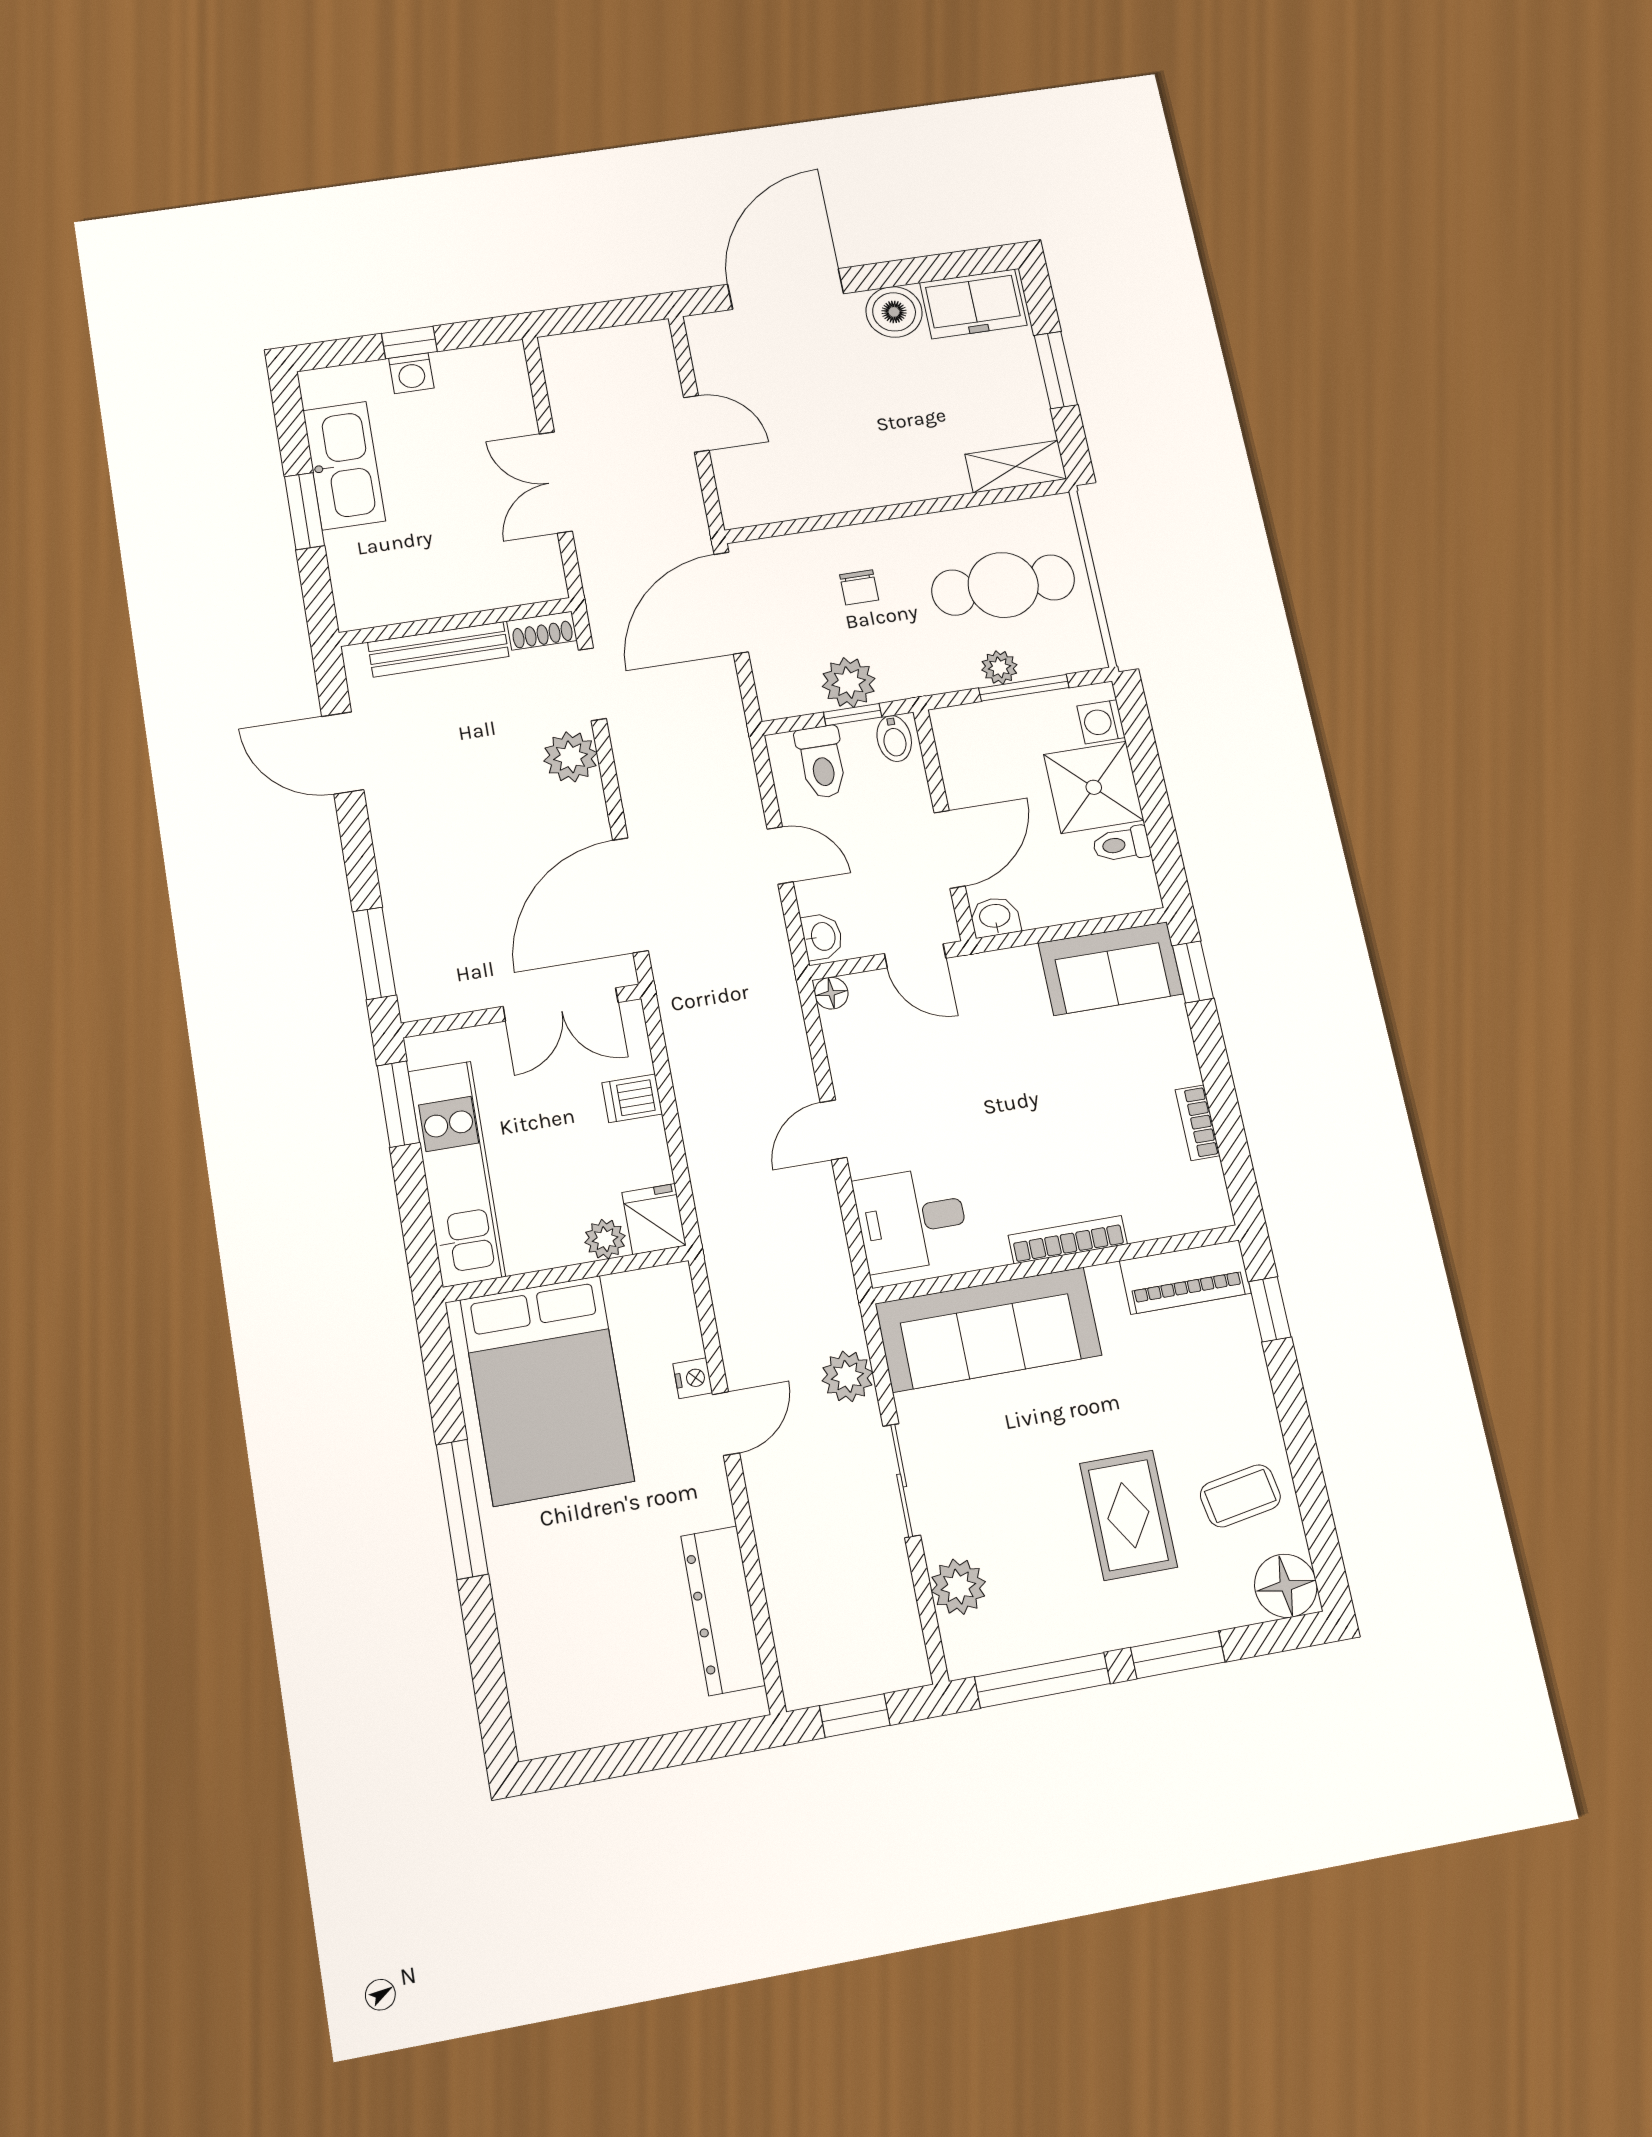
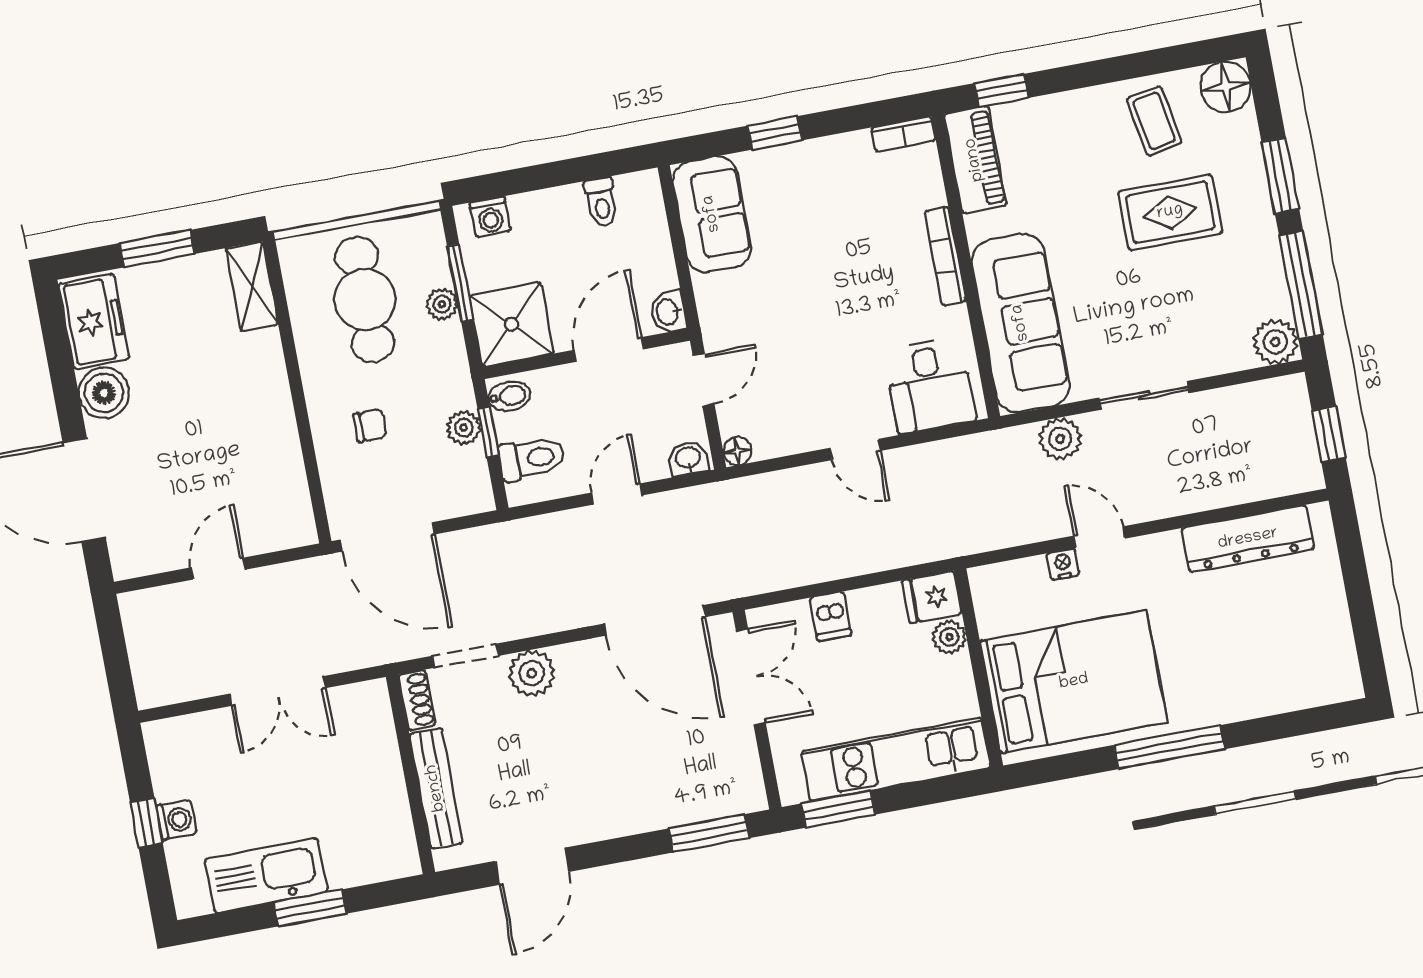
plant: (849, 682) -> (464, 428), width x0.73, depth x0.73
shower: (1094, 787) -> (511, 324), moved
door: (950, 849) -> (609, 350), hinge flipped
window: (1193, 972) -> (775, 133), moved
bookcase: (1198, 1123) -> (903, 134), moved
plant: (958, 1587) -> (1275, 342), moved

